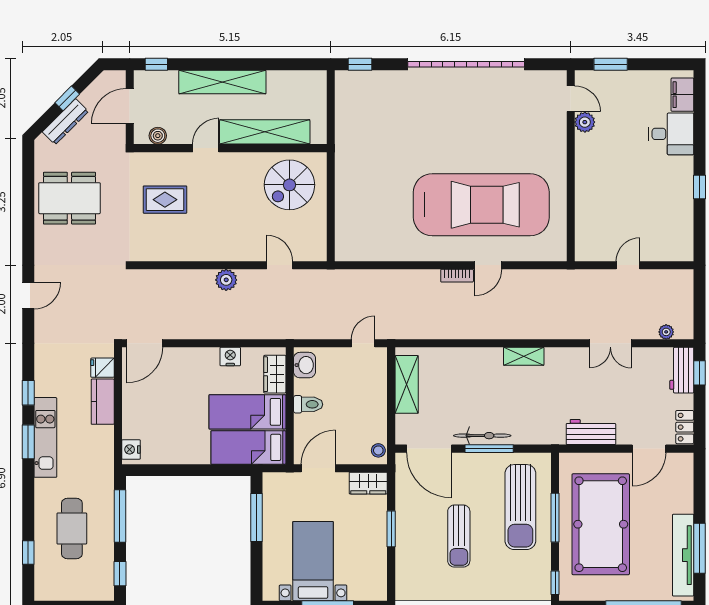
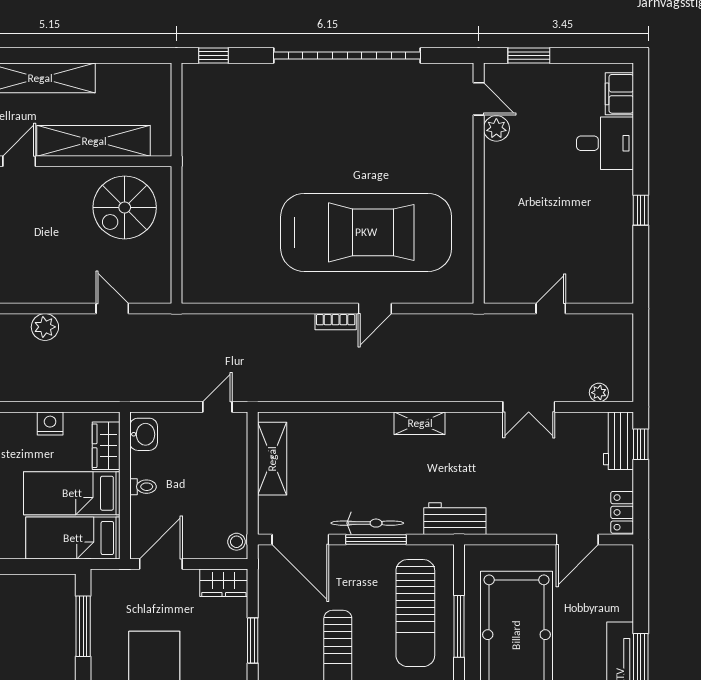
toilet: (308, 404) -> (143, 487), width x0.73, depth x0.72
workbench: (591, 432) -> (455, 519), moved

